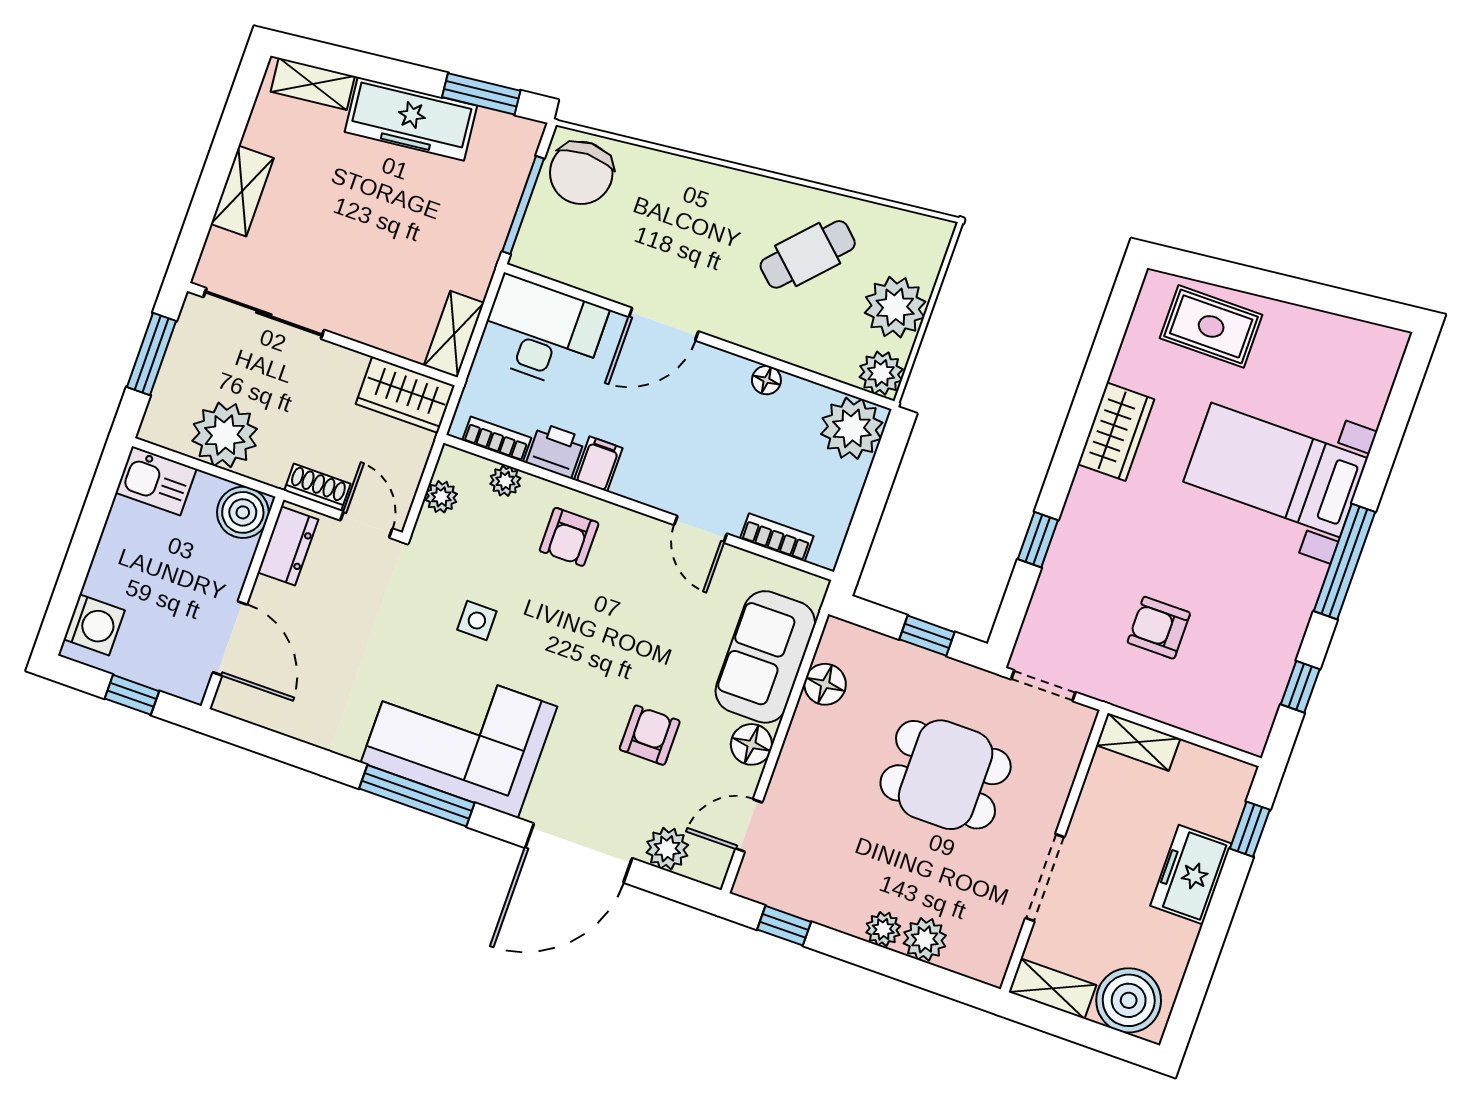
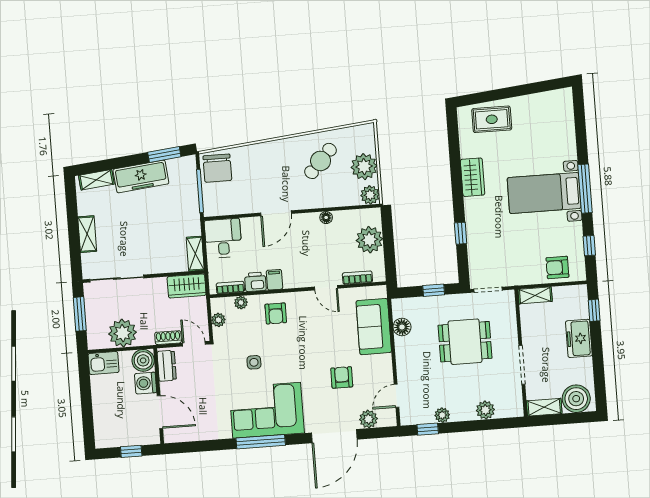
desk: (542, 332) -> (223, 238), width x0.73
plant: (852, 428) -> (369, 240), moved
bed with nightstands: (1276, 470) -> (544, 193), moved
washing machine: (94, 625) -> (146, 383), moved, turned 180
armchair: (1159, 628) -> (557, 267), moved
floor lamp: (751, 744) -> (383, 363), removed
plant: (883, 929) -> (442, 415), moved

